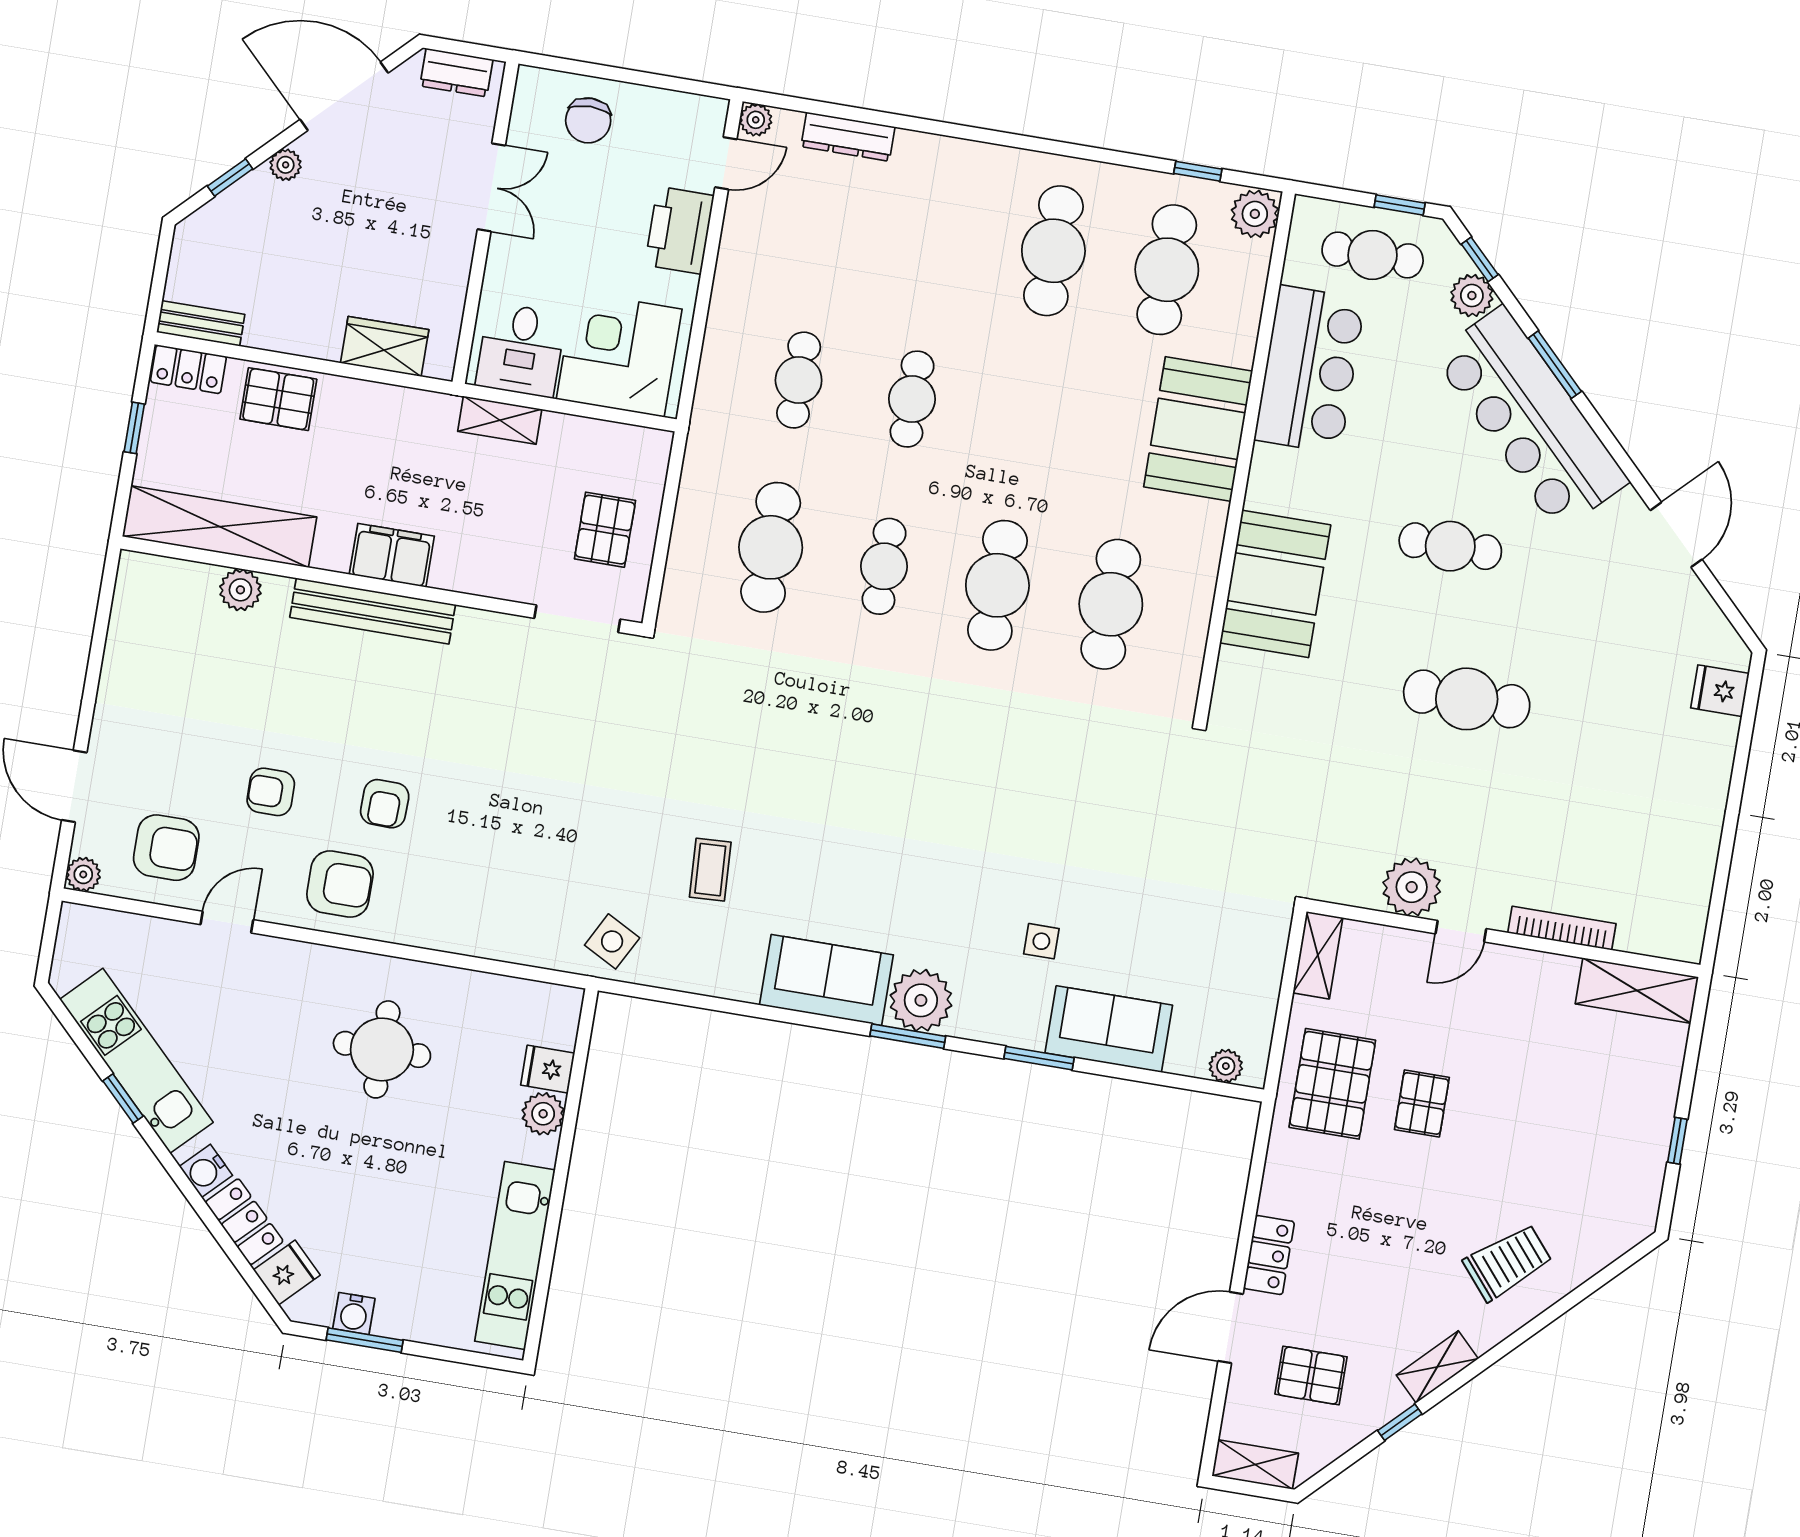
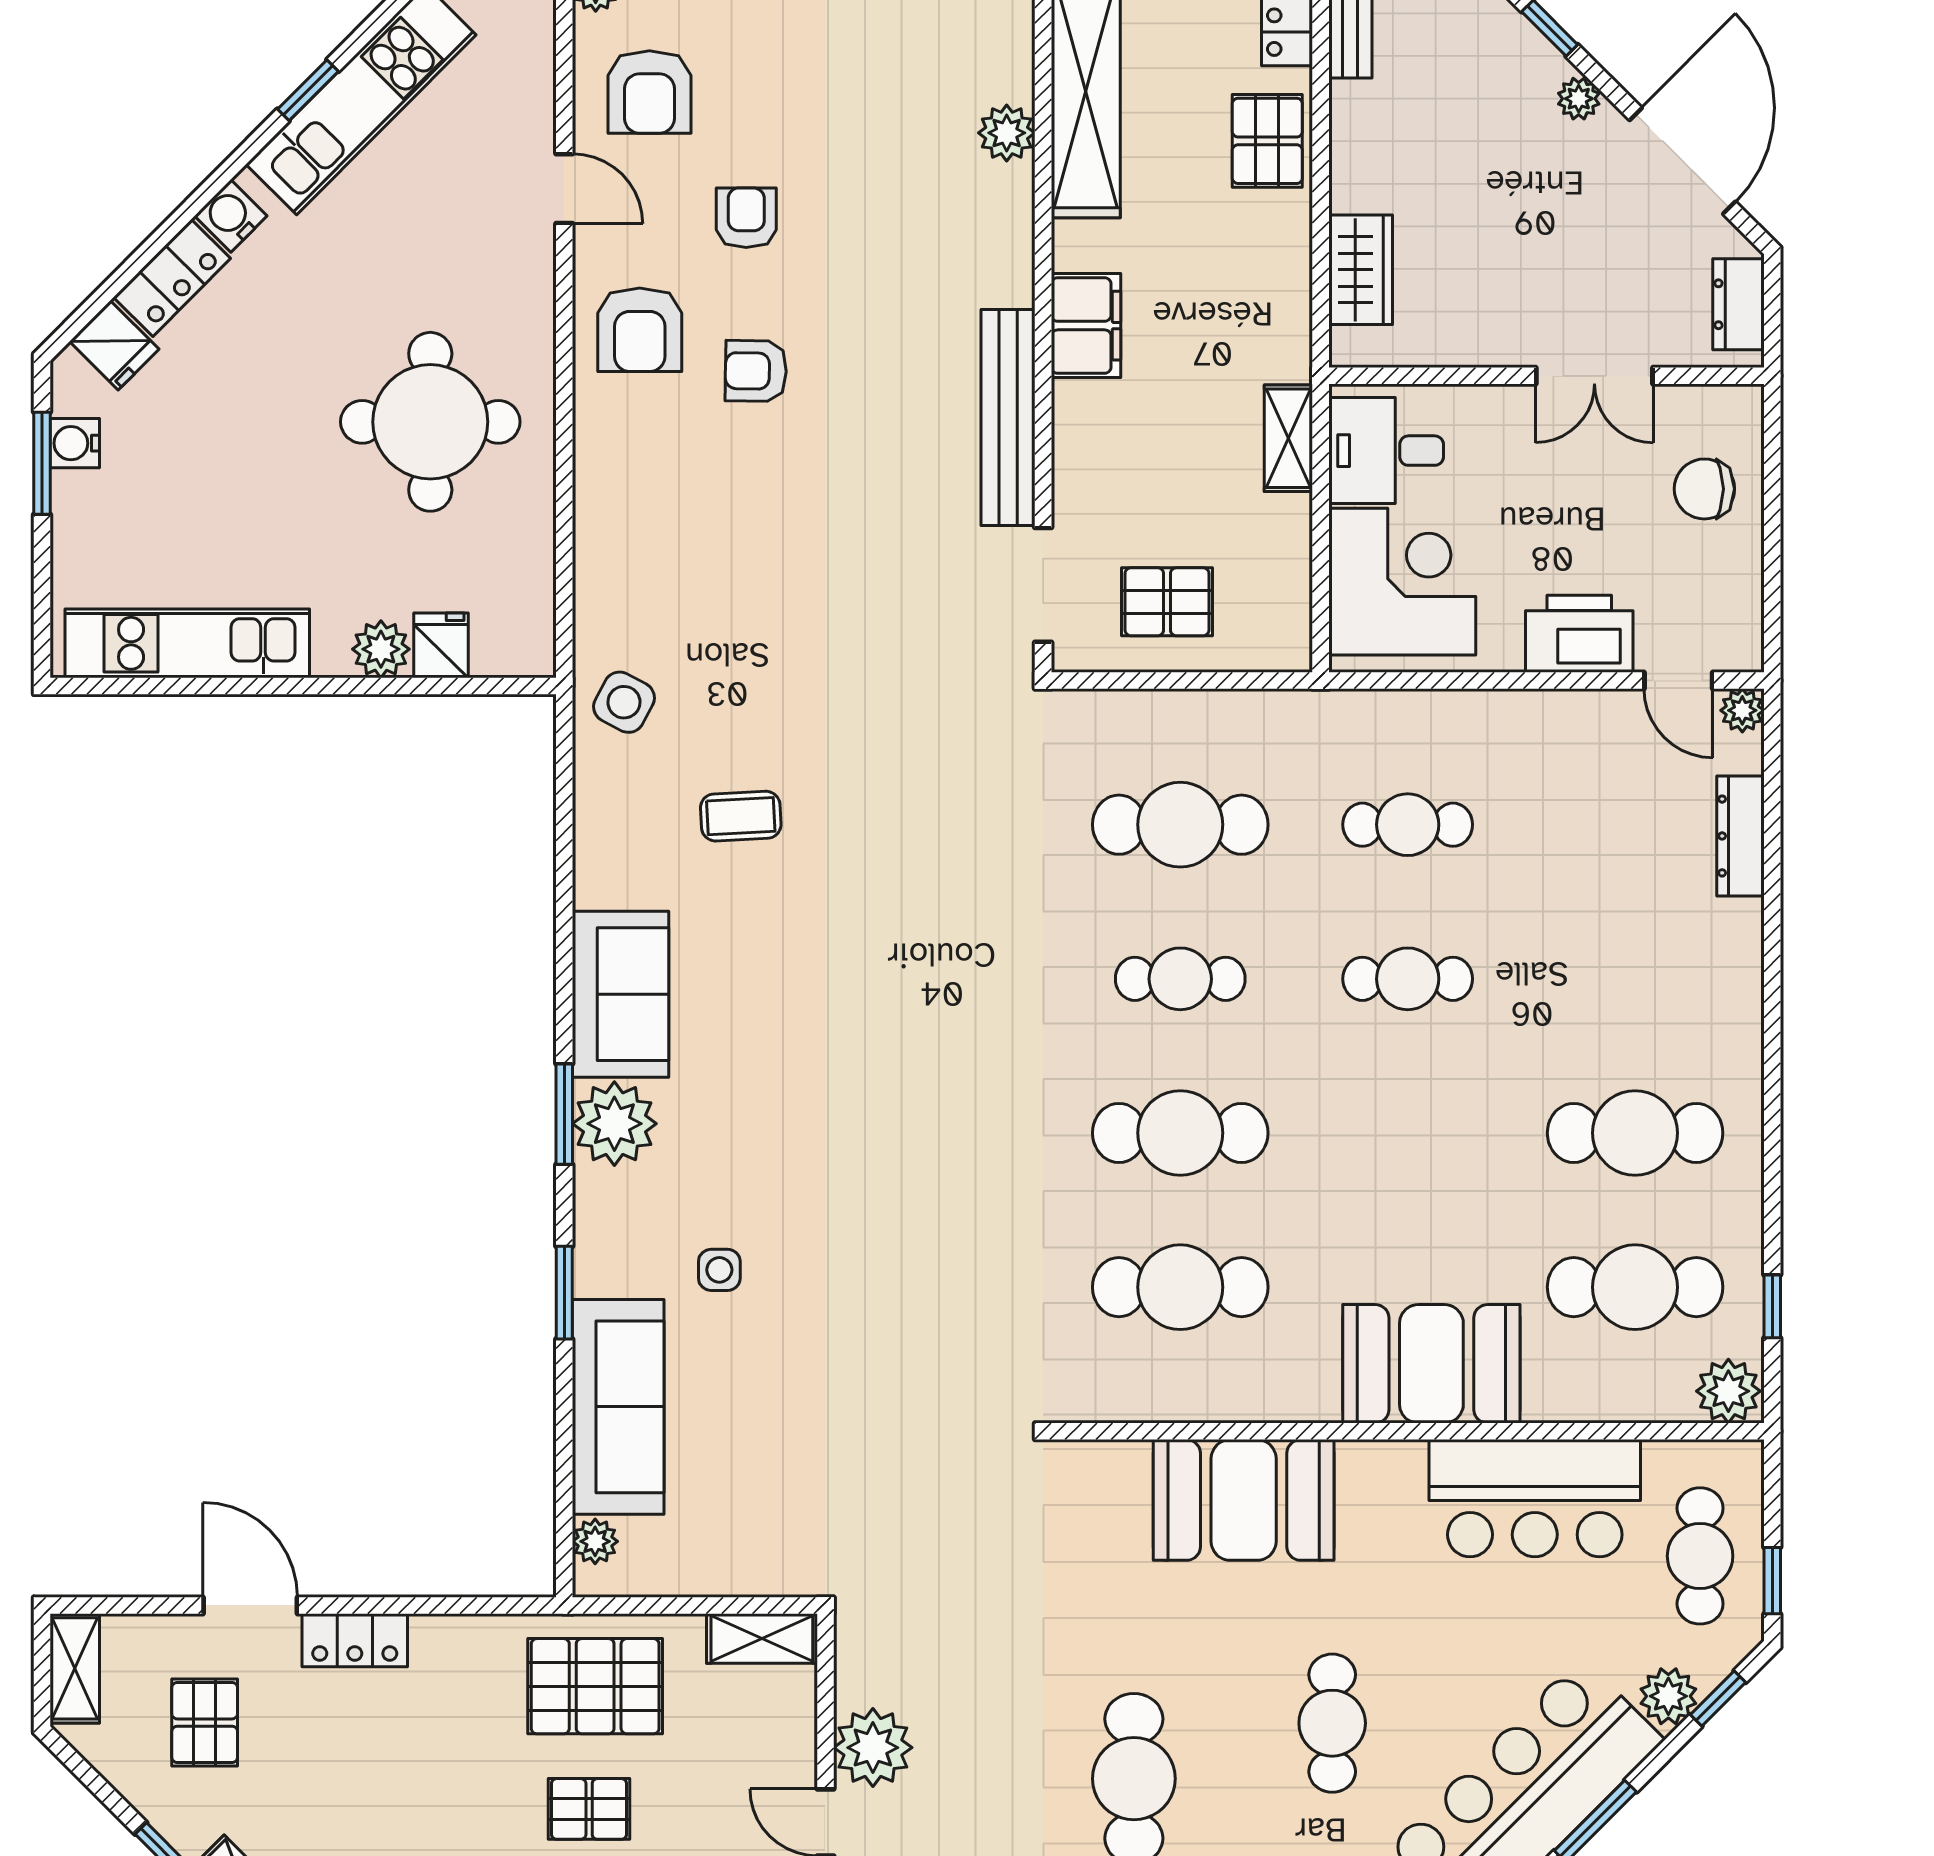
bench: (373, 611) -> (1008, 418), moved
sofa: (1109, 1029) -> (618, 1407), width x1.36
round table: (382, 1049) -> (430, 422), width x1.36, depth x1.36

